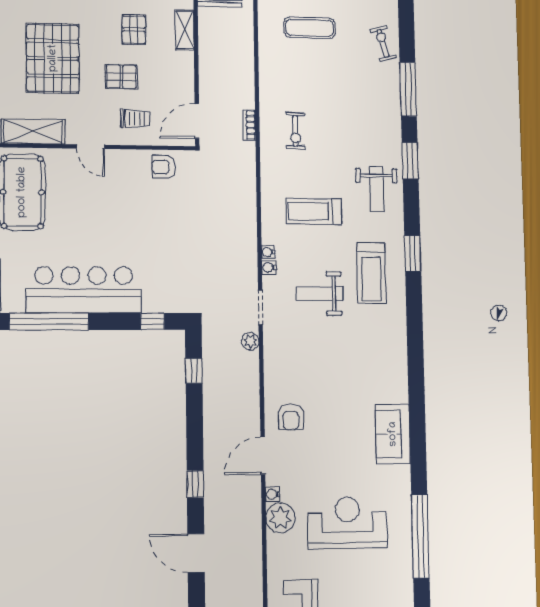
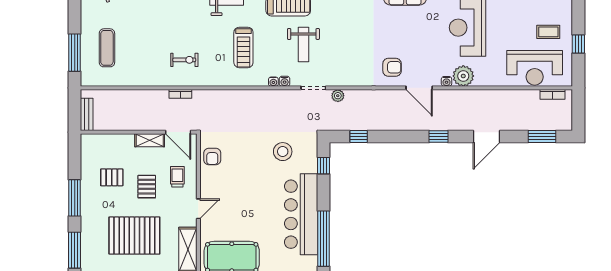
shelving: (185, 30) -> (150, 140), moved
stool: (172, 264) -> (283, 152), added

